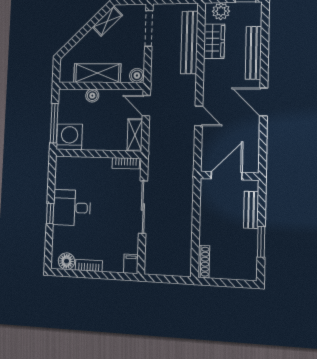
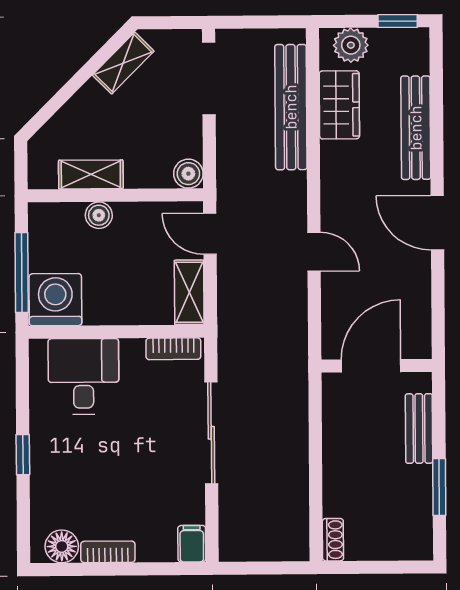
shelving: (97, 73) -> (91, 174), width x0.67, depth x0.75
desk: (72, 208) -> (83, 376), moved, turned 90
shoe rack: (204, 262) -> (333, 540), width x0.70

